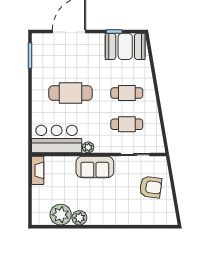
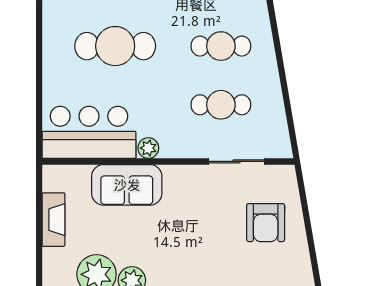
sofa: (95, 167) -> (127, 185), moved
fireplace: (38, 170) -> (53, 220), moved
armchair: (151, 187) -> (266, 223), turned 83

